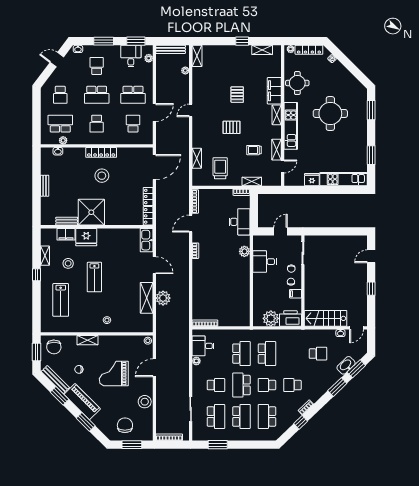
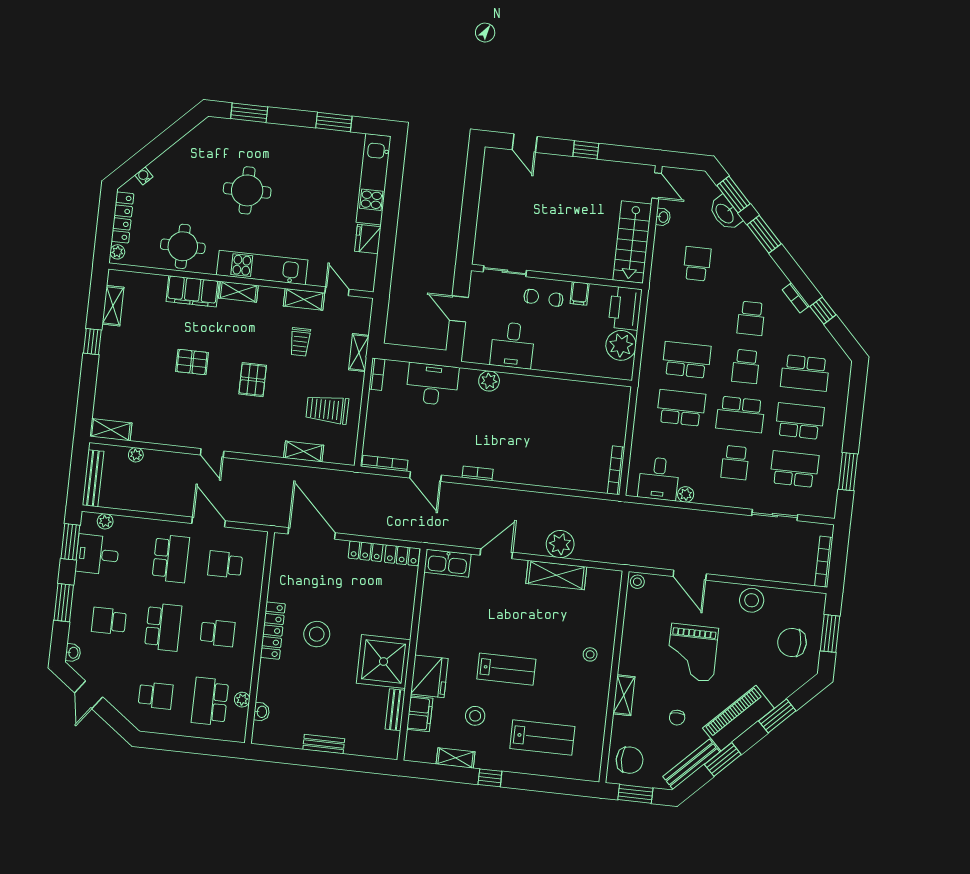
round table: (330, 114) -> (247, 190), width x0.73, depth x0.73
school desk: (216, 385) -> (735, 463), turned 180

